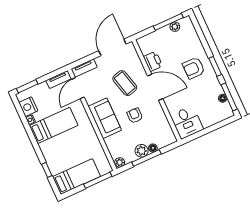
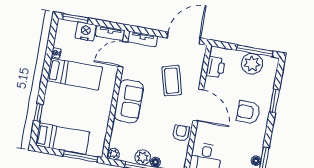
plant: (175, 27) -> (252, 64), width x1.87, depth x1.87
printer: (153, 61) -> (215, 67), moved
window: (215, 66) -> (274, 101), moved
nightstand: (28, 107) -> (86, 31), moved, turned 90
armchair: (135, 116) -> (181, 133), moved

